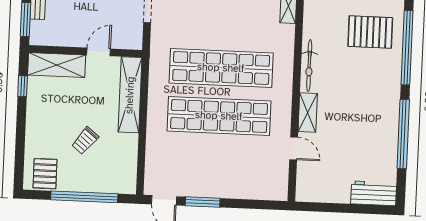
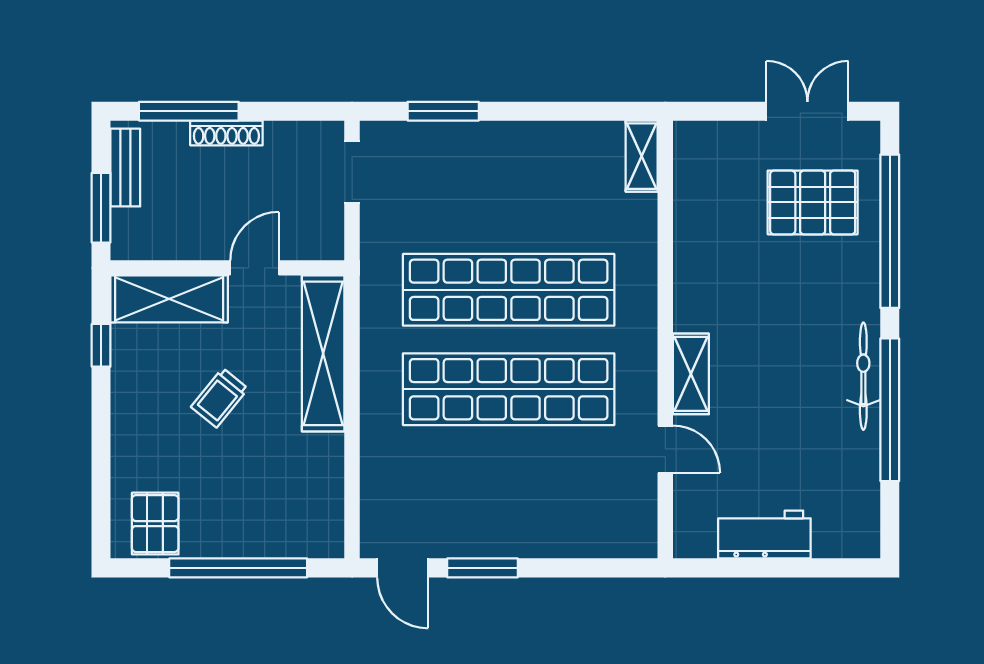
bicycle: (309, 65) -> (863, 376), moved, turned 180
trolley: (85, 141) -> (220, 398), moved
workbench: (374, 193) -> (764, 535), moved

